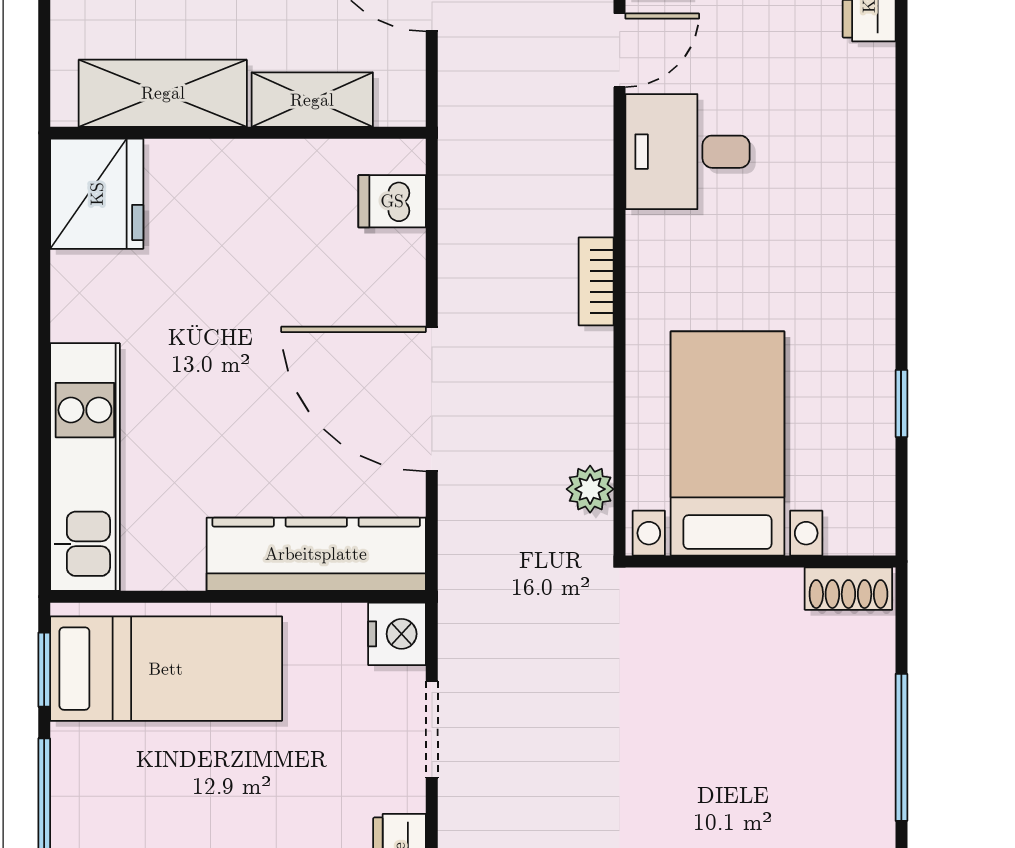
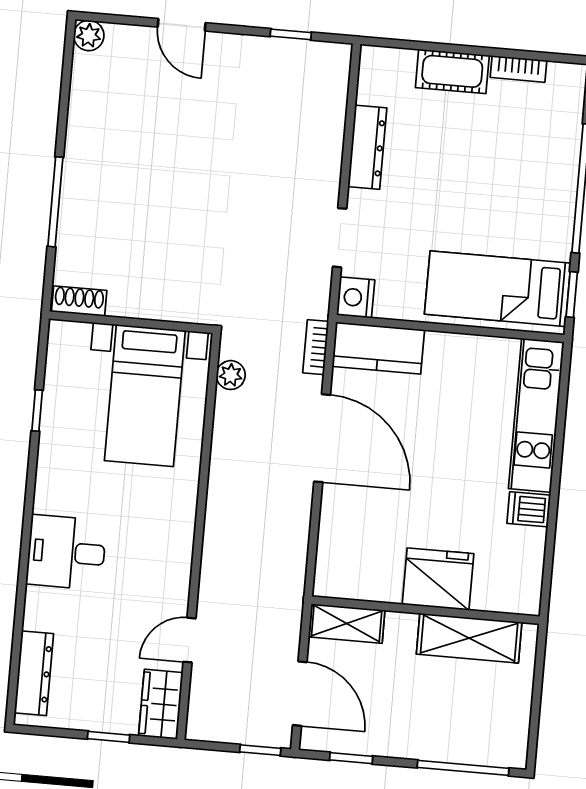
shelving: (312, 100) -> (347, 624), moved
desk: (688, 152) -> (66, 552), moved, turned 180
fridge: (97, 194) -> (438, 579), moved, turned 90
dishwasher: (392, 201) -> (529, 509), moved, turned 180
bookcase: (596, 281) -> (316, 347), moved, turned 180
kitchen counter: (316, 554) -> (378, 348), width x0.67

